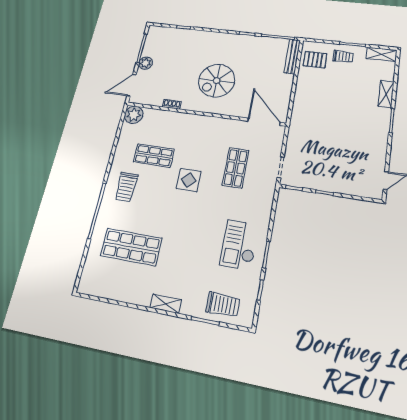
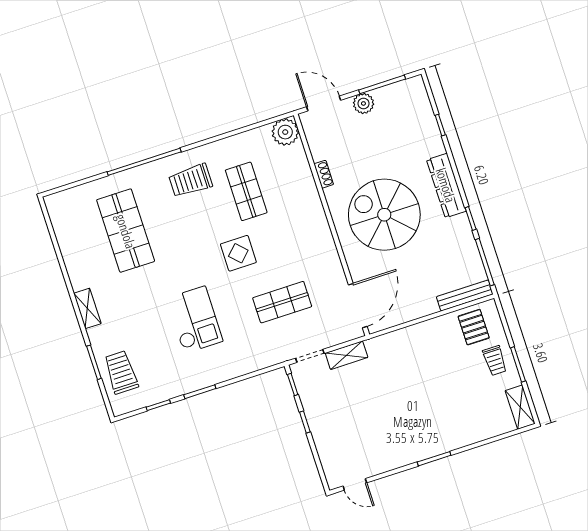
dresser: (220, 39) -> (446, 185), added
spiral stairs: (217, 81) -> (384, 215), width x1.37, depth x1.37
shelving: (386, 94) -> (347, 355), moved
checkout: (239, 245) -> (195, 320), moved, turned 90
trolley: (223, 305) -> (121, 372), turned 180

